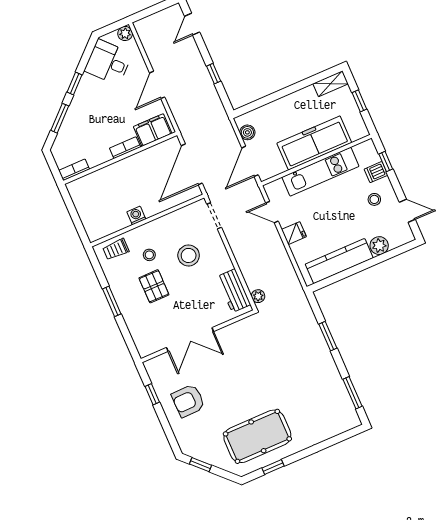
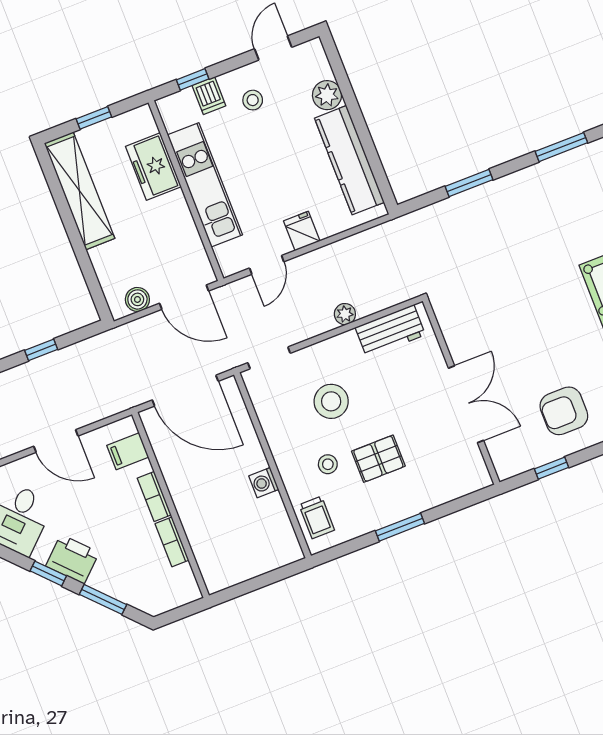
shelving: (331, 84) -> (79, 191), width x2.20, depth x1.33
printer: (84, 98) -> (72, 559), added
filing cabinet: (153, 130) -> (128, 451), width x0.50
freezer: (314, 143) -> (153, 167), width x0.52, depth x0.79
bookcase: (74, 170) -> (172, 542), moved
plant: (258, 296) -> (345, 314), moved
armchair: (188, 401) -> (564, 411), turned 91

